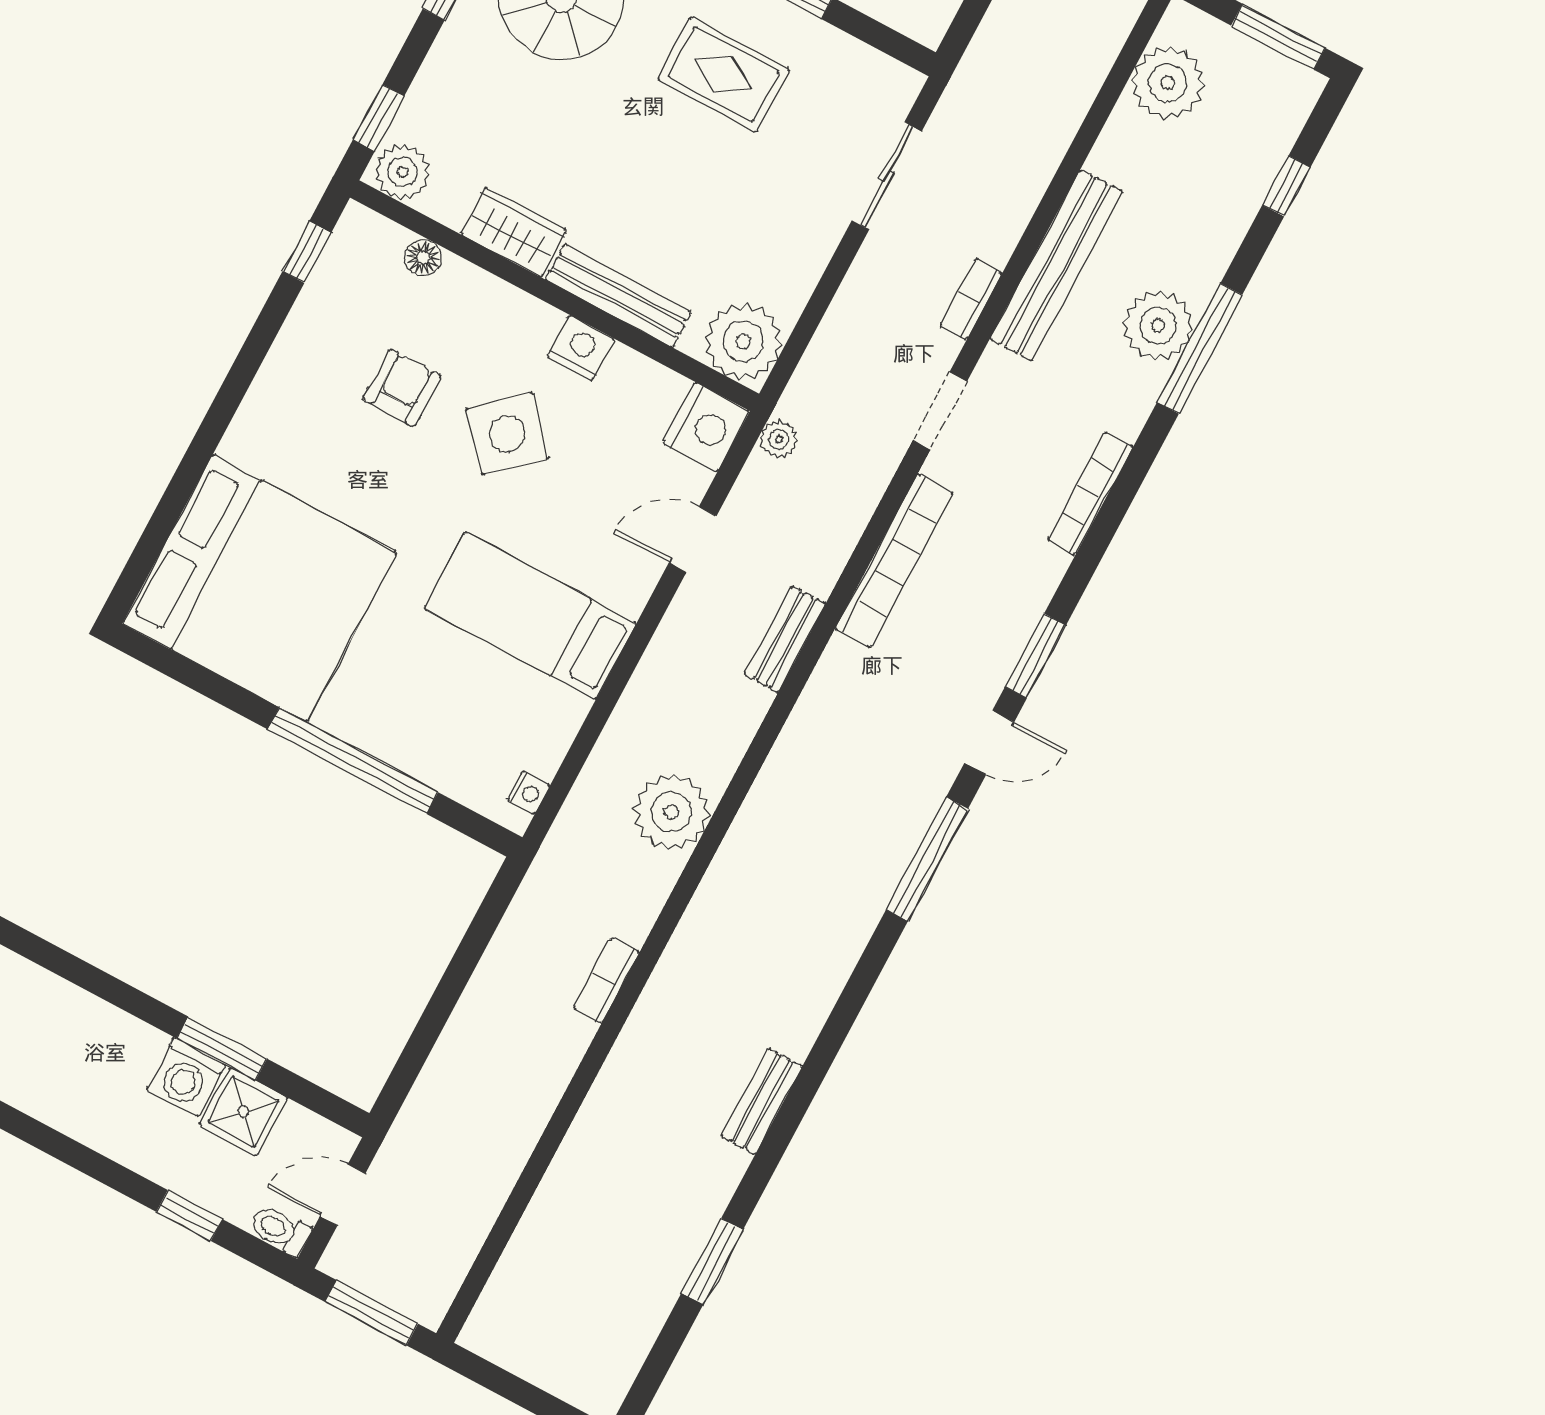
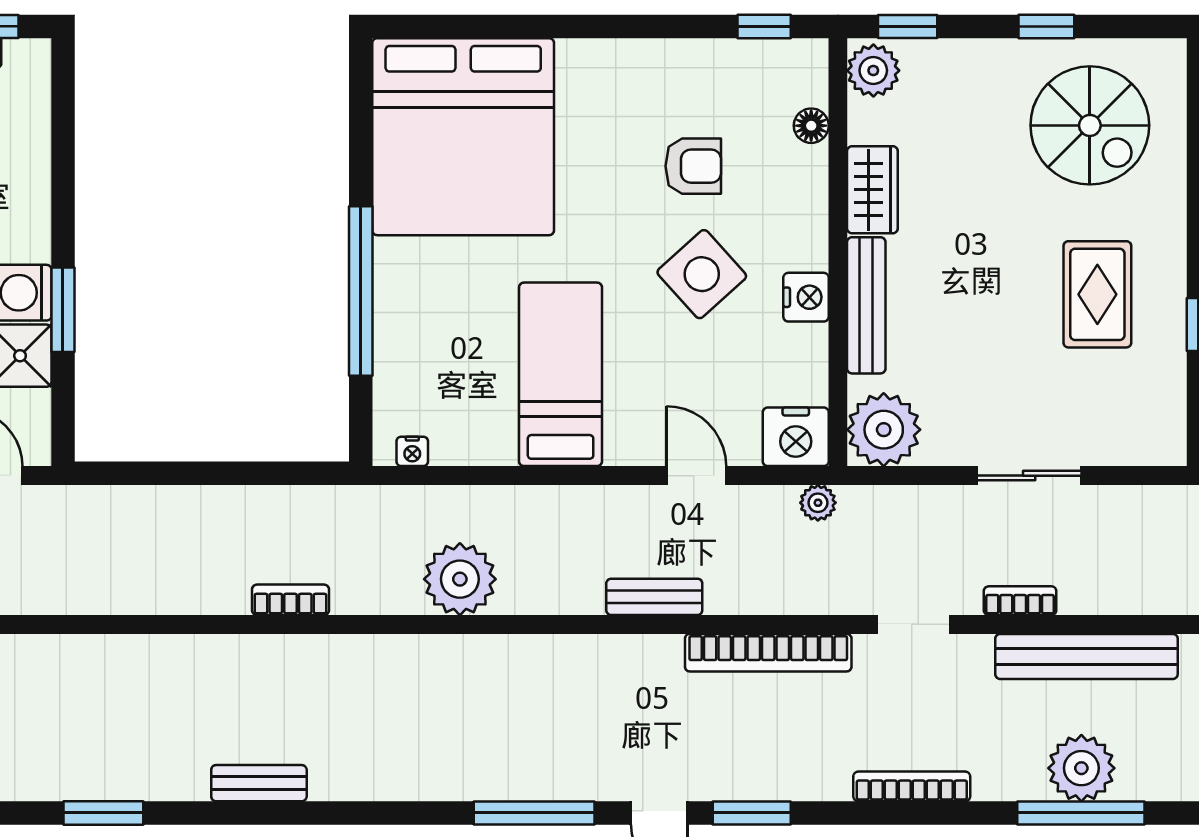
sliding door: (887, 176) -> (1029, 476), moved

